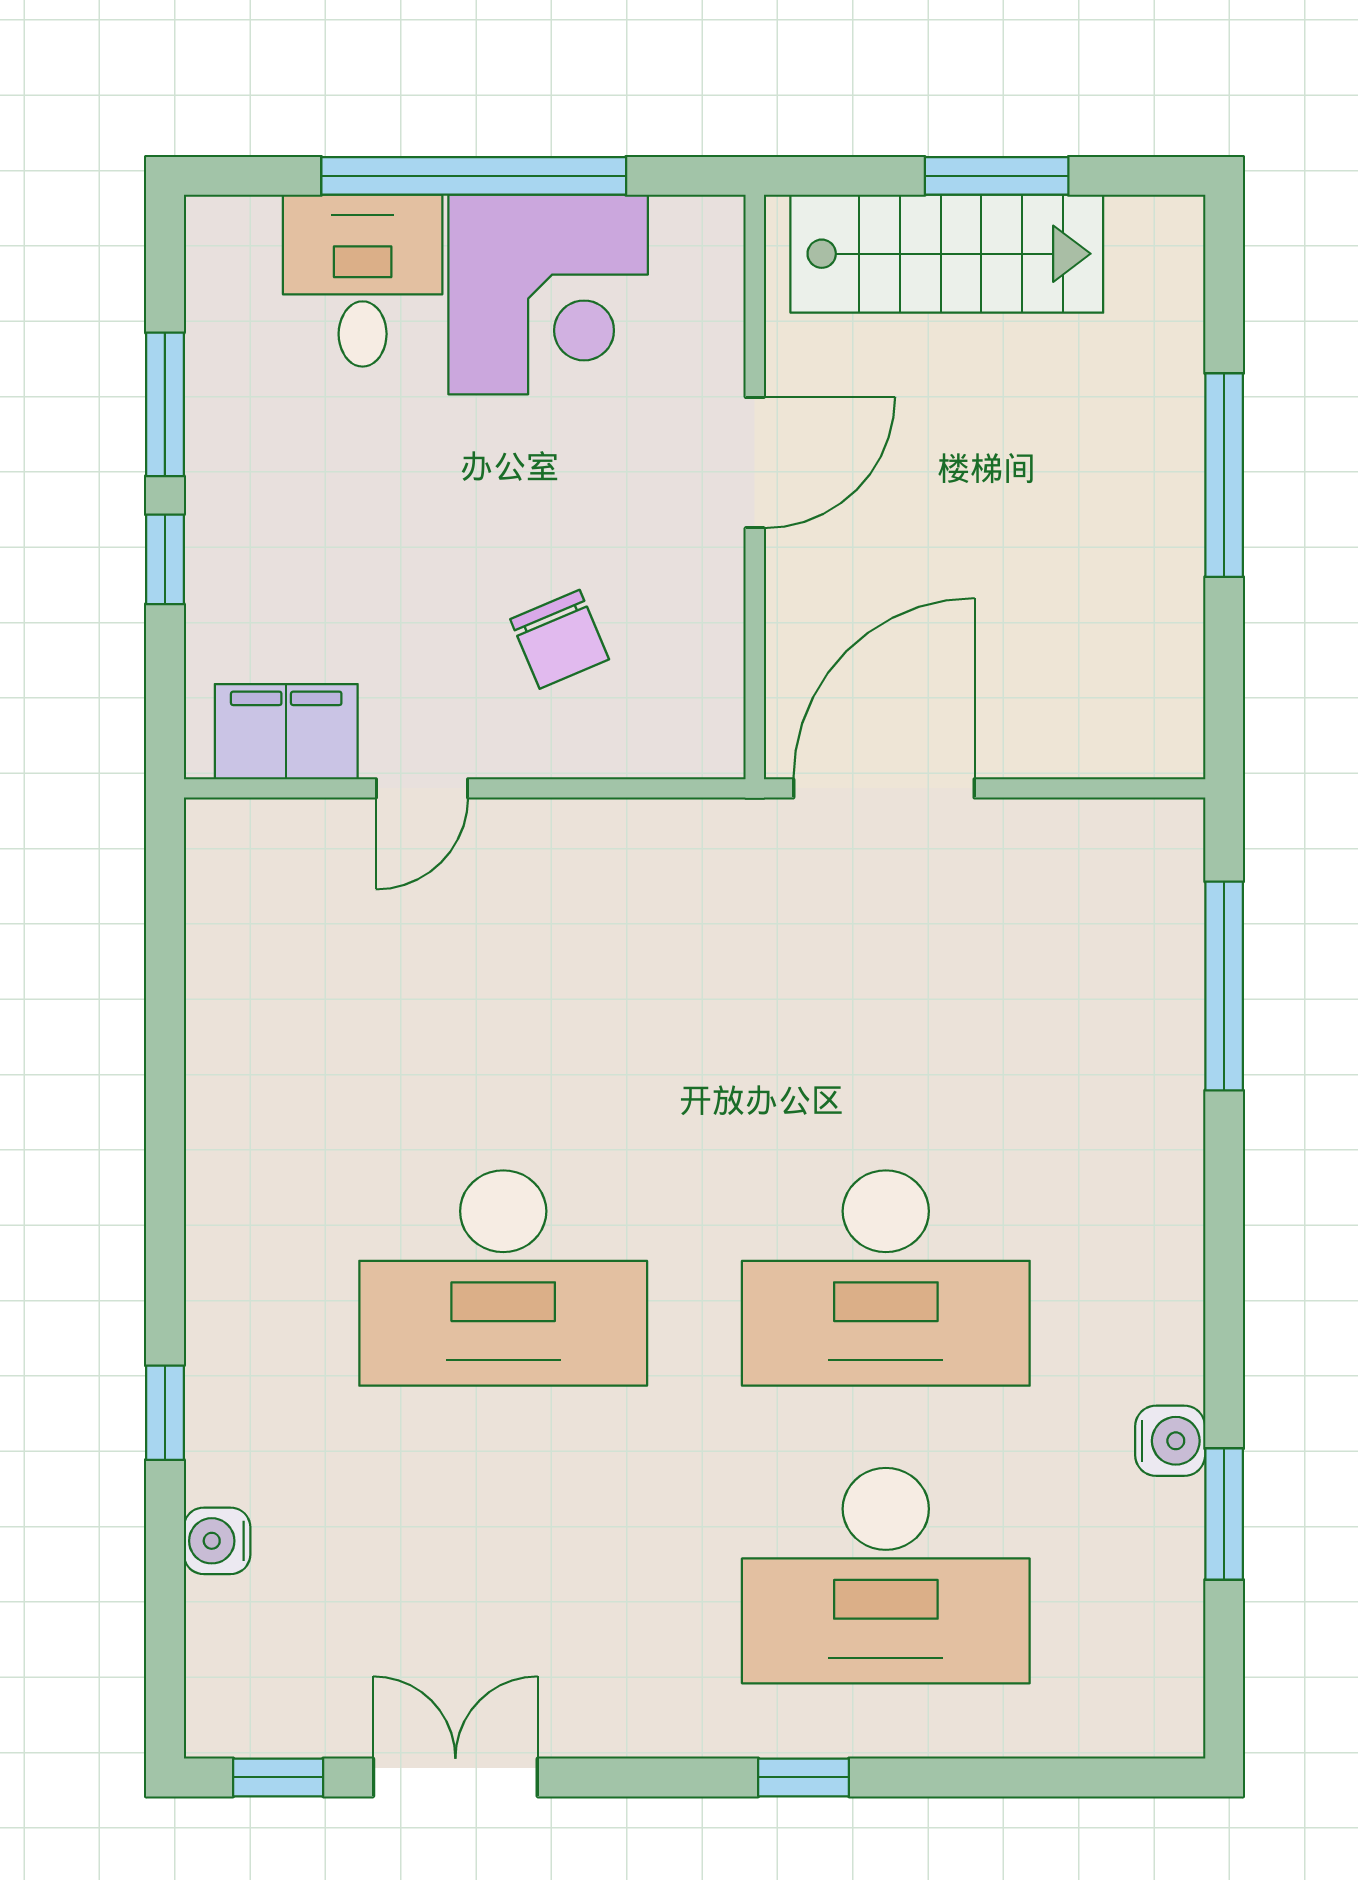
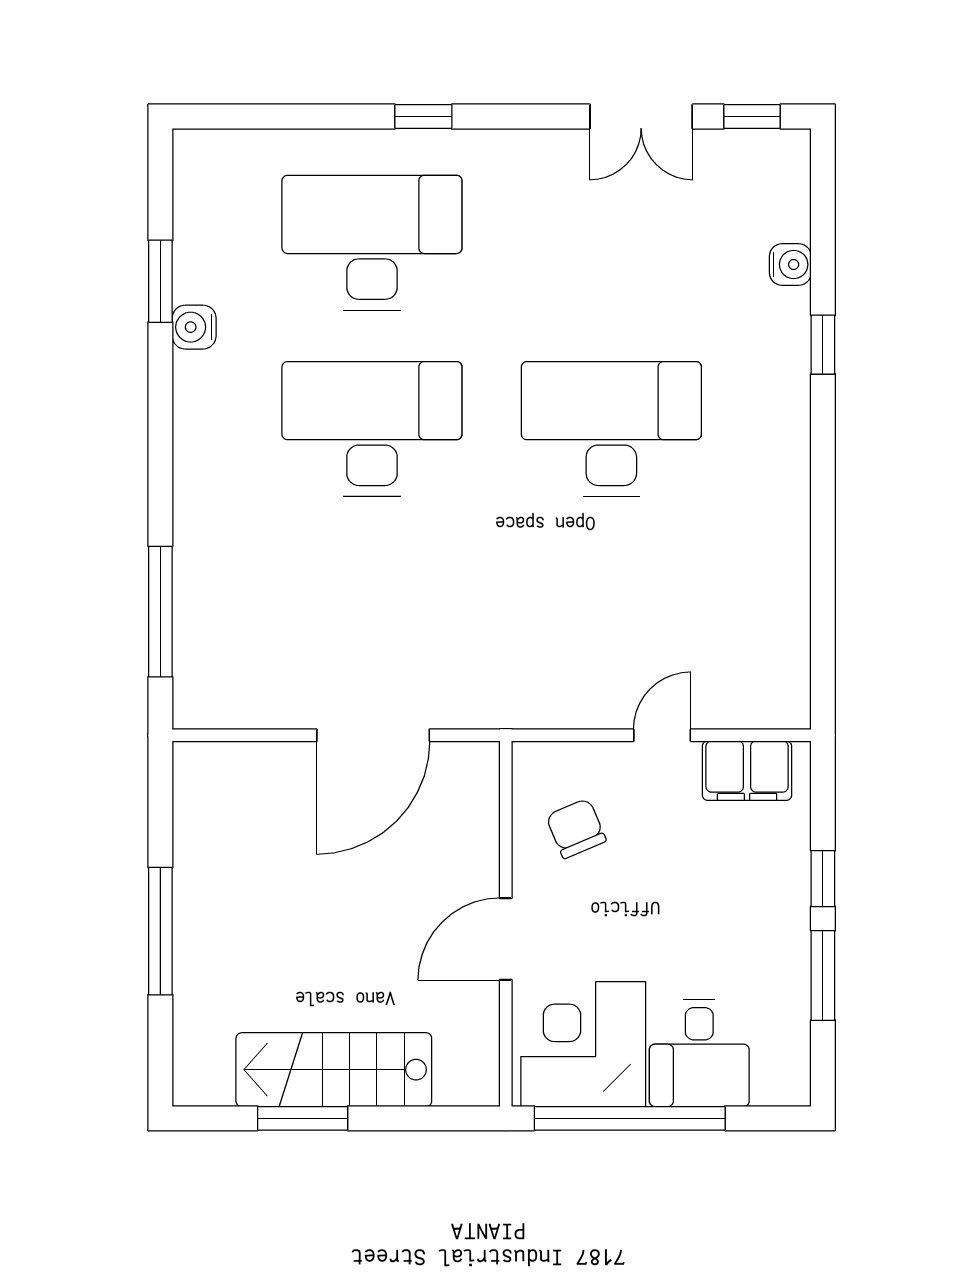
door: (755, 463) -> (506, 939), moved
wall: (755, 487) -> (506, 924), moved

